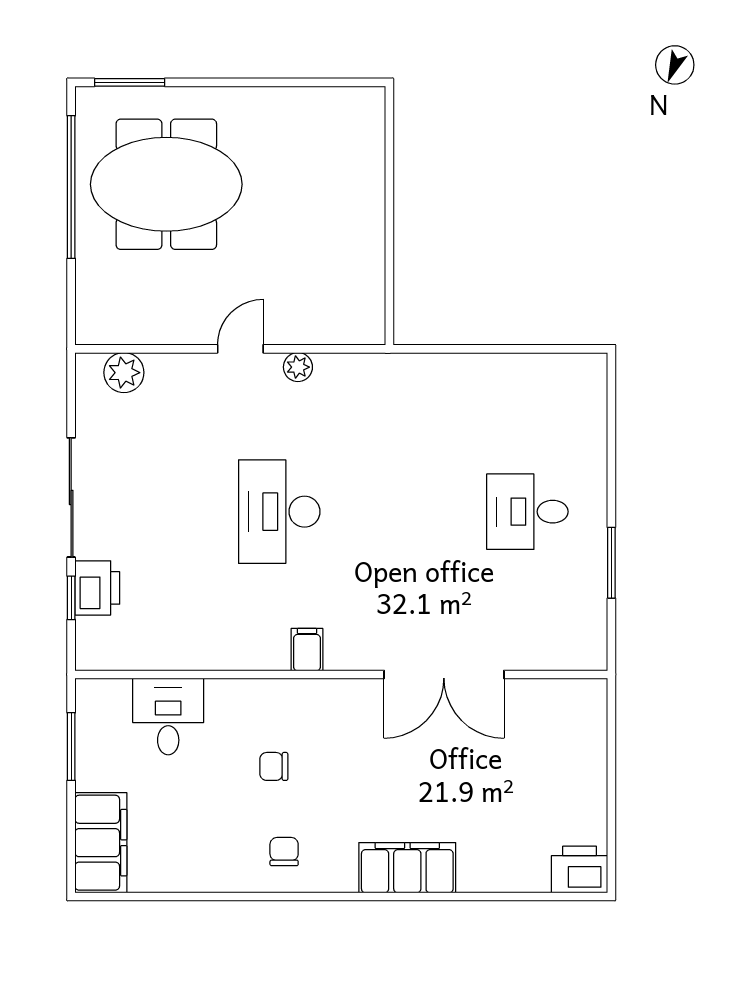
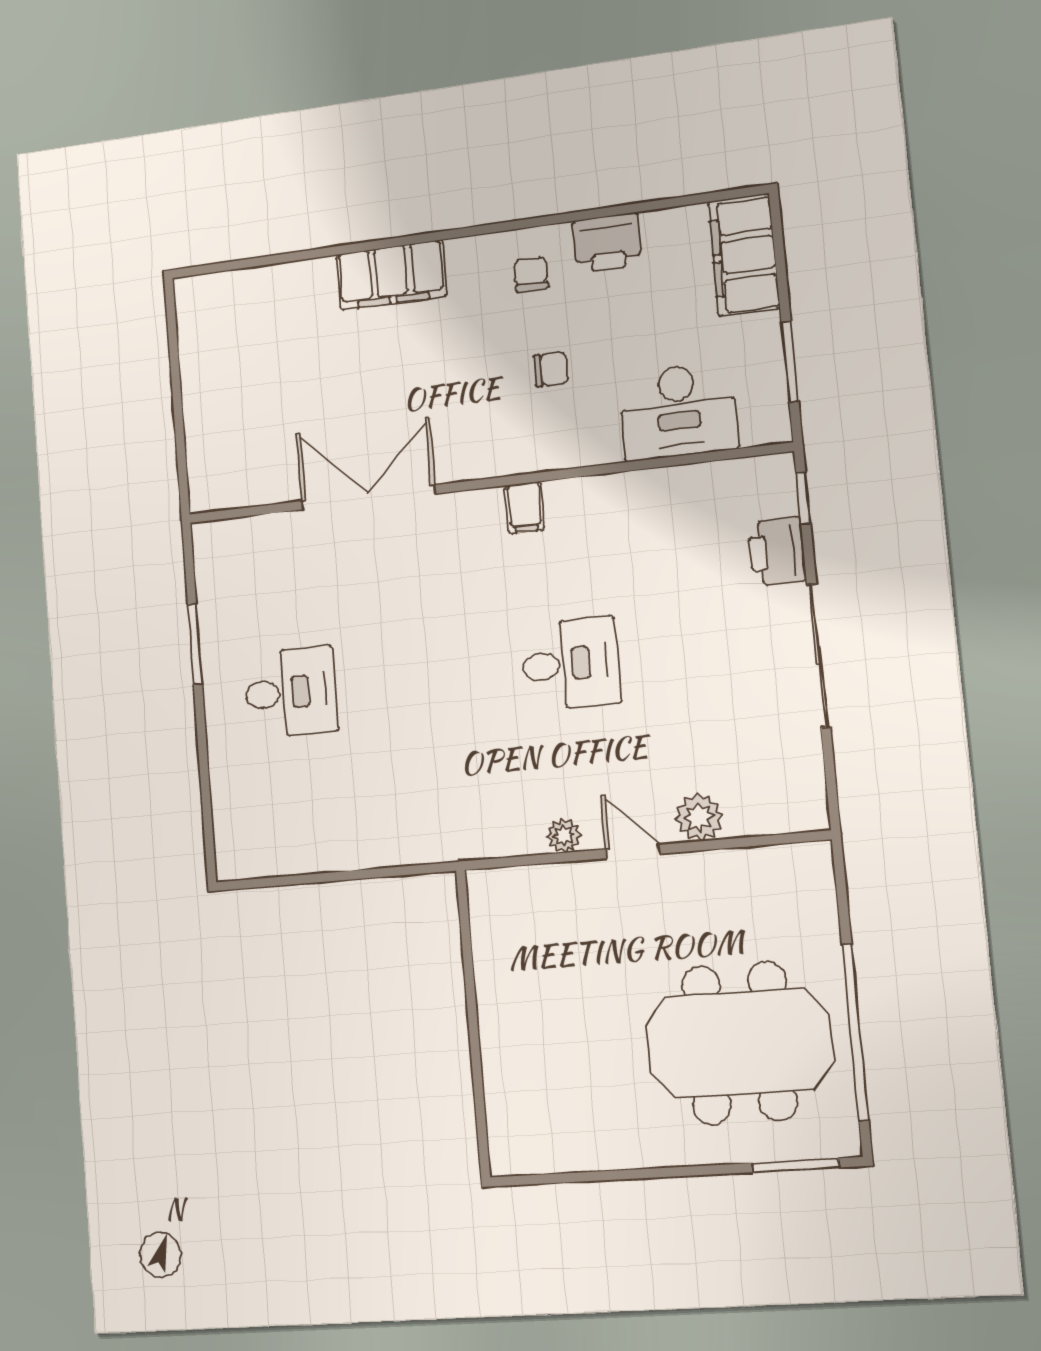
door: (240, 349) -> (633, 851), swing flipped
plant: (124, 373) -> (699, 817), moved
desk: (279, 512) -> (571, 664), width x0.73
window: (71, 598) -> (803, 498), moved
desk: (168, 716) -> (678, 411), width x1.37
chair: (284, 852) -> (531, 274), turned 180
printer: (580, 870) -> (607, 243), moved

